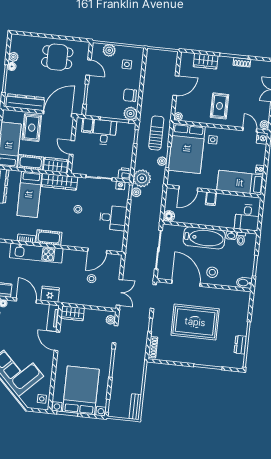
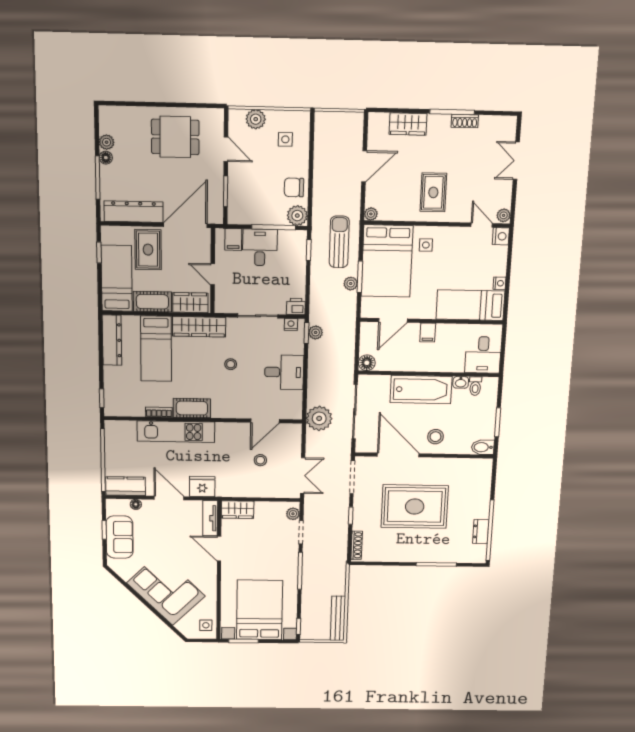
plant: (142, 178) -> (319, 418), moved
bench: (135, 407) -> (338, 618), width x1.36

